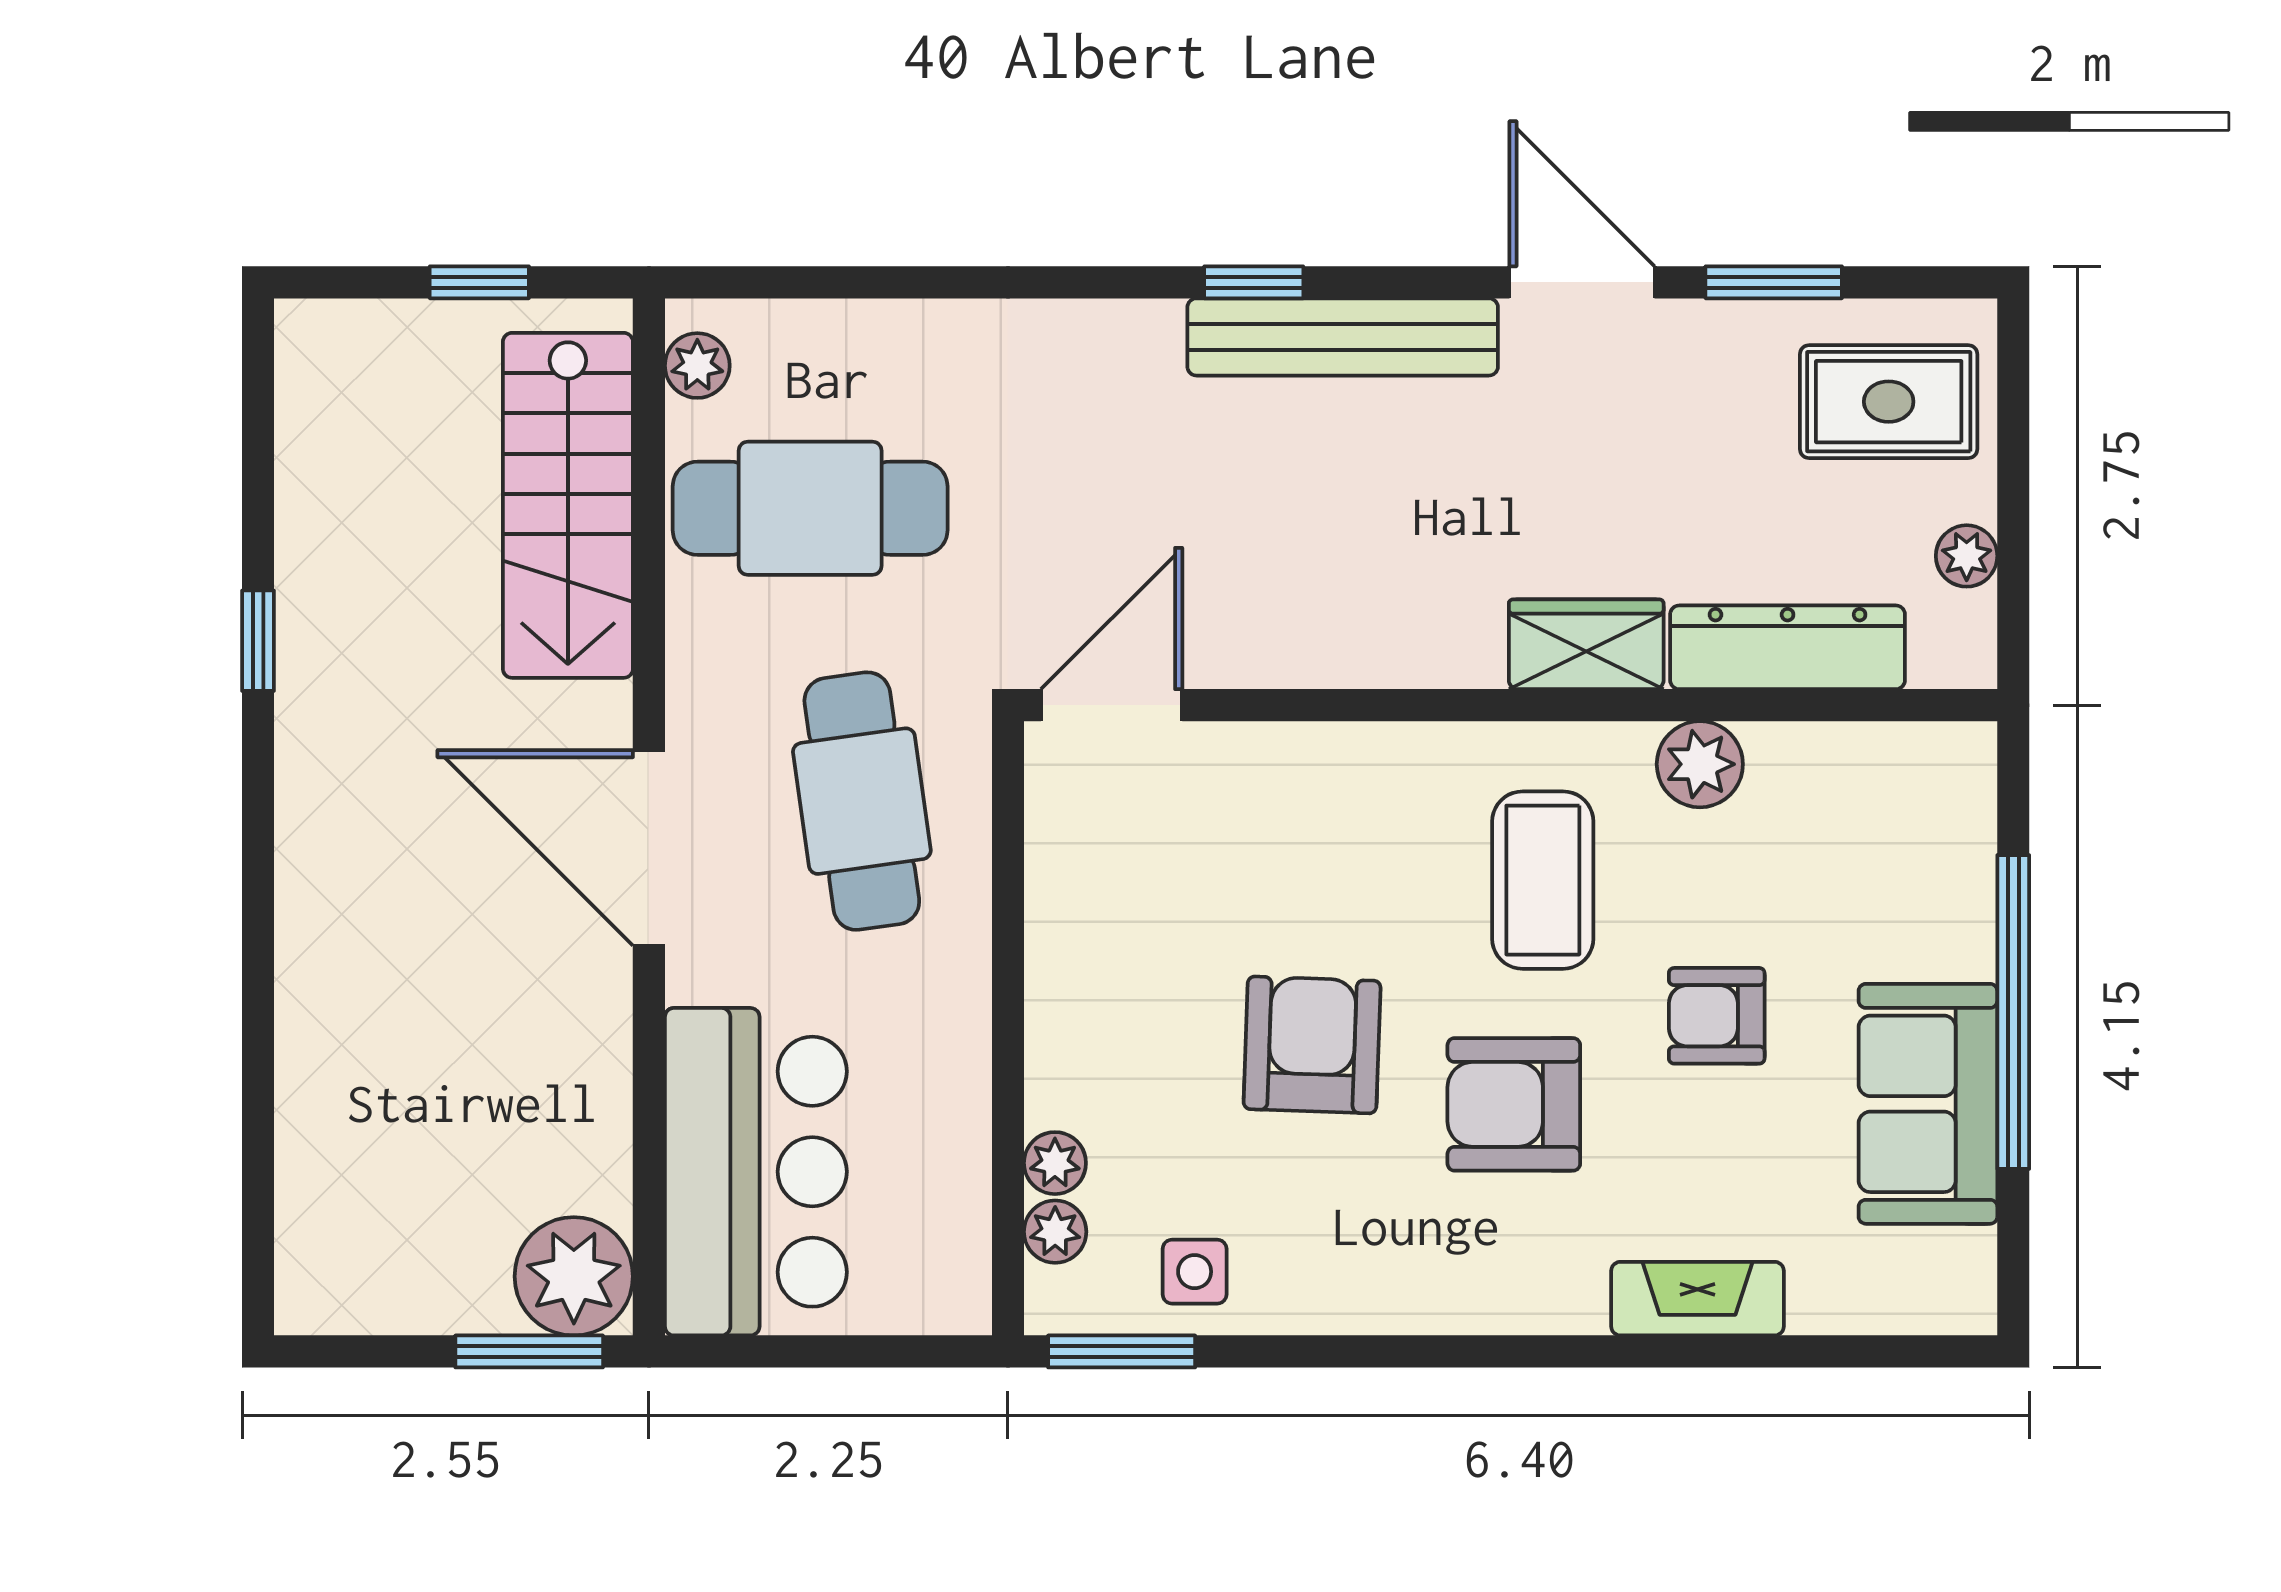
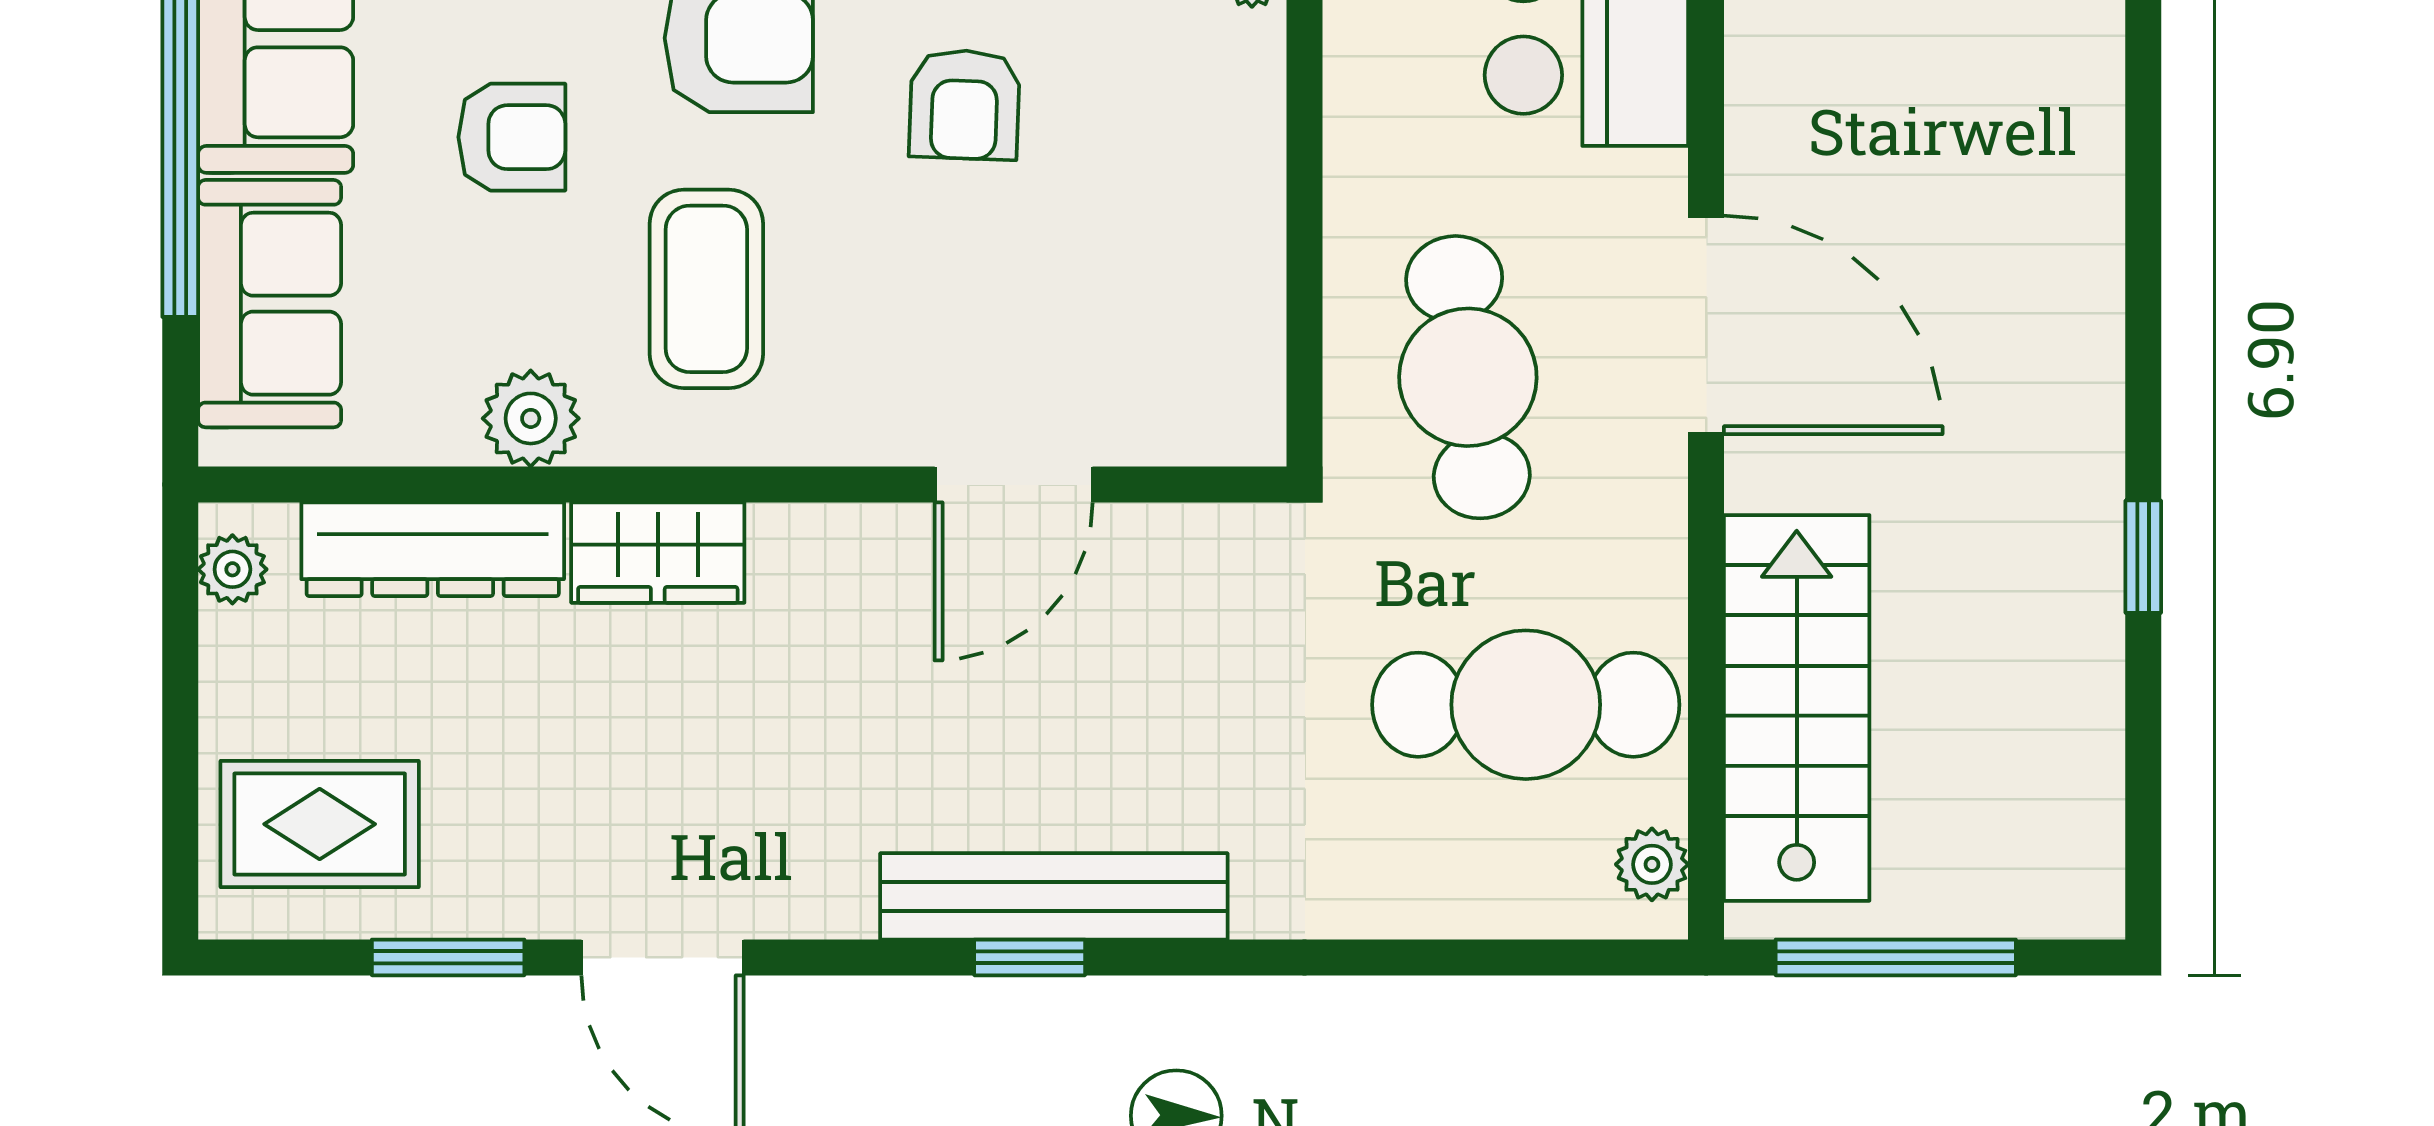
window: (479, 282) -> (1896, 957), width x2.17
bench: (1343, 337) -> (1054, 896), moved
plant: (1967, 556) -> (232, 569), moved
door: (1112, 705) -> (1014, 485), moved
sofa: (1933, 867) -> (270, 304), added
armchair: (1312, 1045) -> (964, 105), width x0.72, depth x0.72

